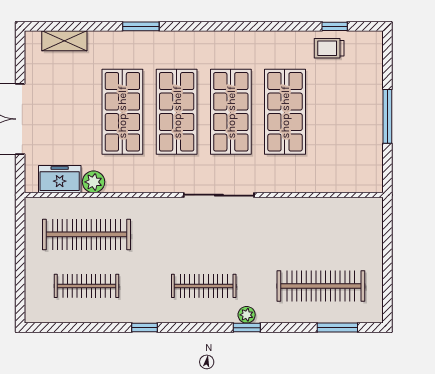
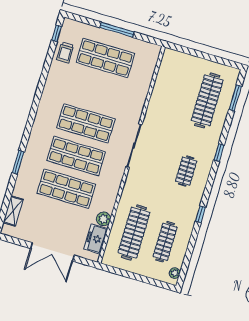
window: (335, 26) -> (57, 33), moved
shop shelf: (285, 112) -> (105, 58), moved
clothes rail: (204, 286) -> (186, 171), width x0.73
plant: (247, 315) -> (175, 273), moved

